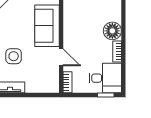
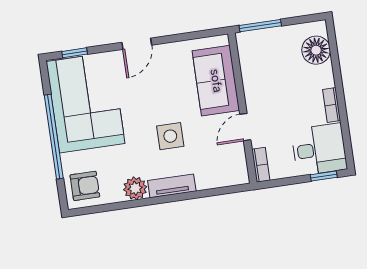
floor lamp: (112, 31) -> (316, 50), moved
door: (61, 57) -> (245, 127), swing flipped

